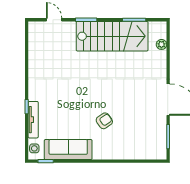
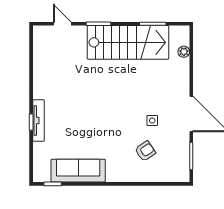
tv unit: (33, 120) -> (39, 121), moved
armchair: (104, 121) -> (145, 151), moved
side table: (34, 148) -> (152, 121), moved

